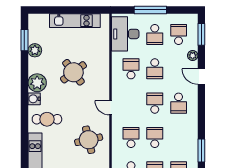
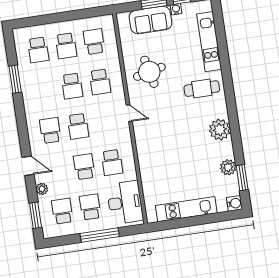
school desk: (179, 34) -> (62, 211), turned 180
round table: (73, 72) -> (179, 148), removed
water cooler: (34, 99) -> (234, 203), moved

